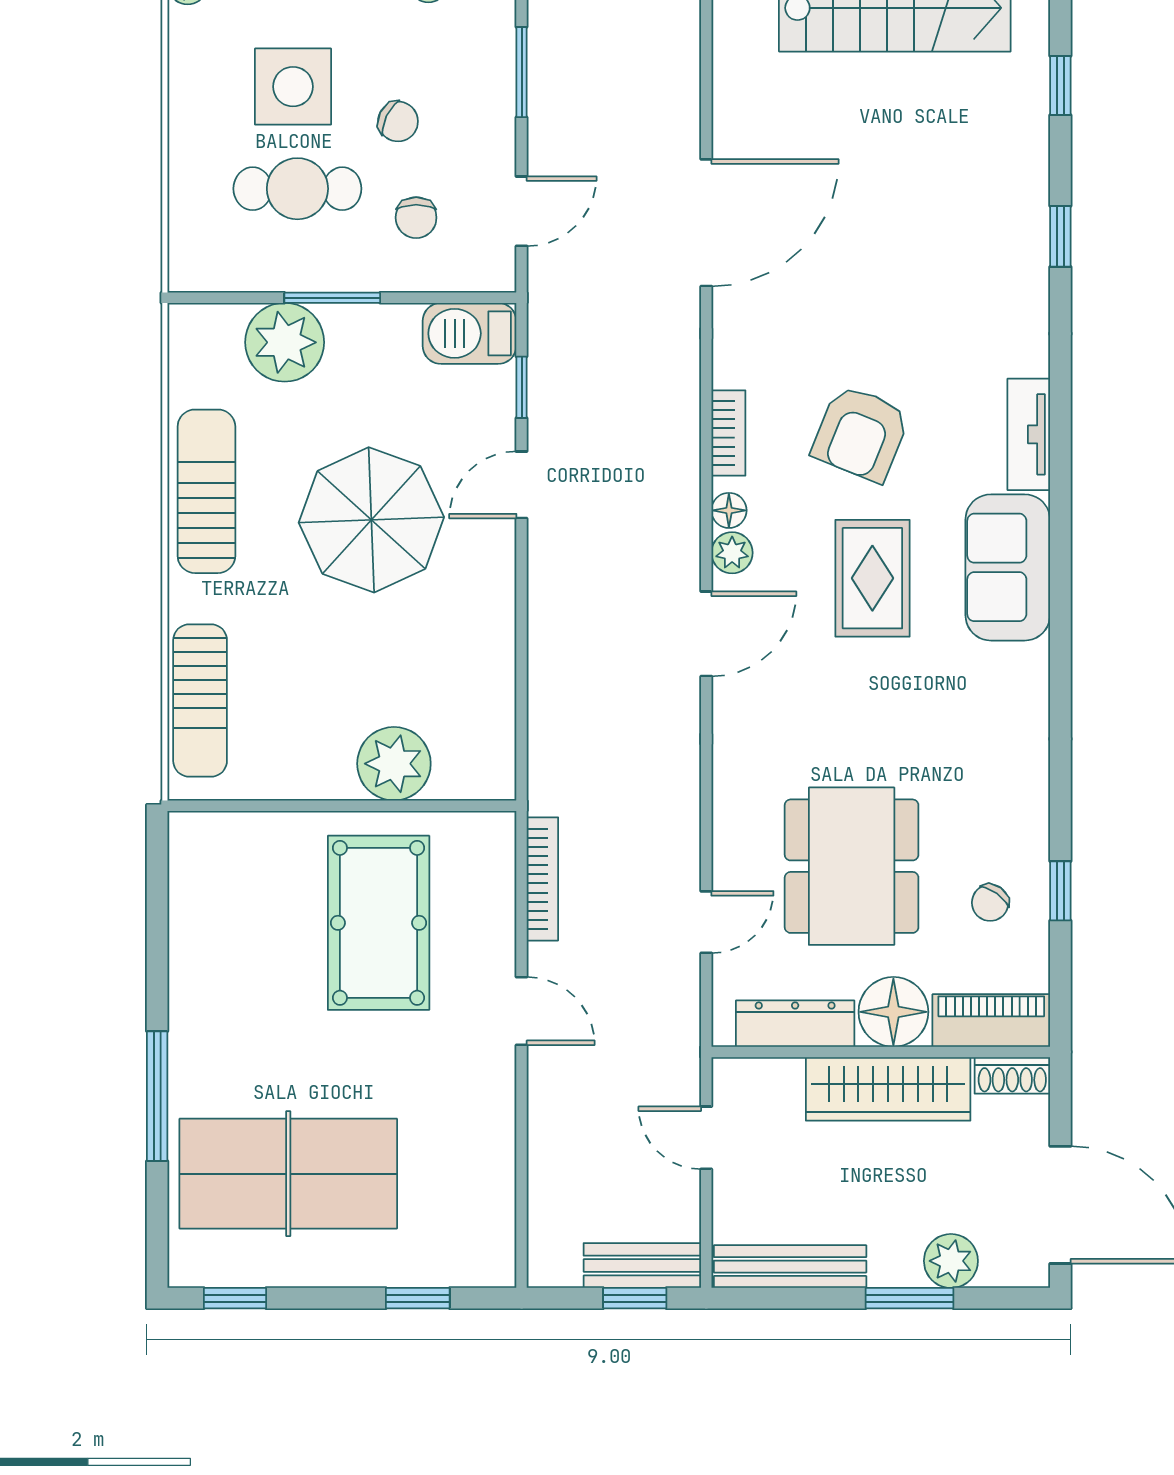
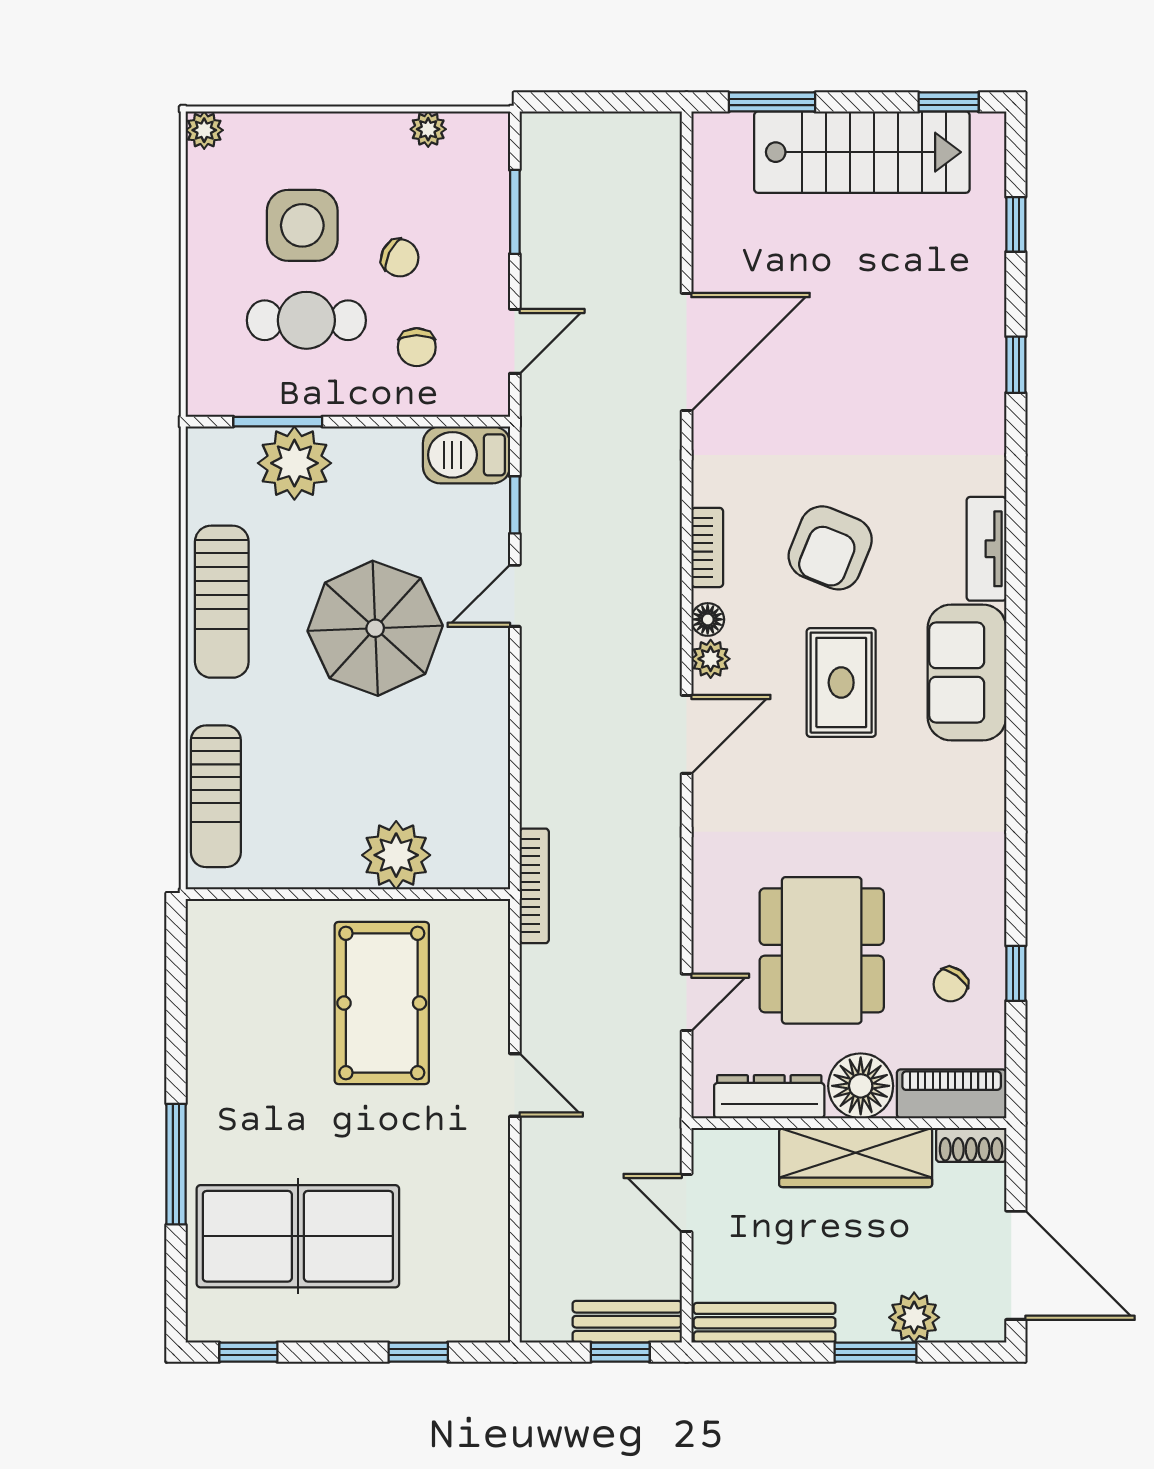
window: (332, 298) -> (278, 422), moved
sun lounger: (206, 491) -> (222, 602), turned 180
bookcase: (542, 879) -> (534, 886), moved

